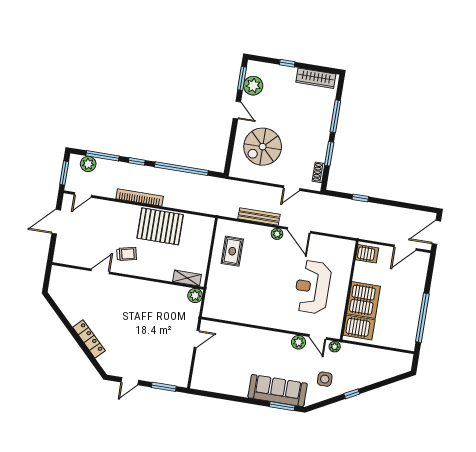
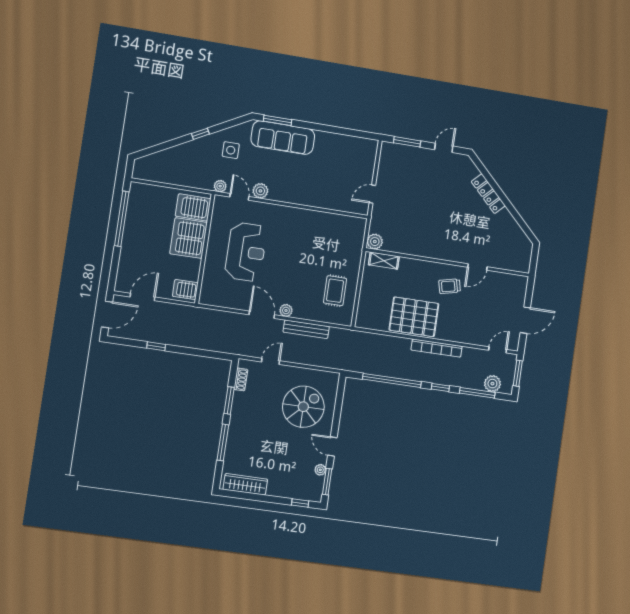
window: (287, 63) -> (300, 503), moved
plant: (253, 86) -> (320, 470), width x0.53, depth x0.53
window: (360, 198) -> (156, 346), moved

